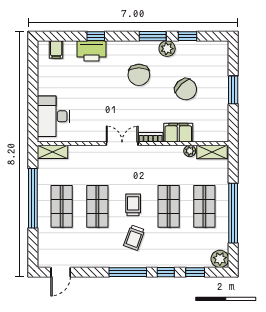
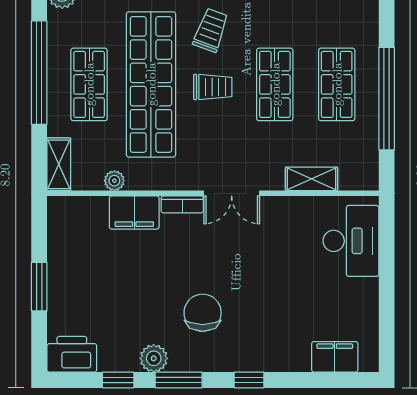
window: (96, 36) -> (249, 380), moved
filing cabinet: (56, 49) -> (335, 357), width x2.00
printer: (92, 51) -> (72, 354), moved
chair: (186, 89) -> (121, 288), removed
shelving: (52, 152) -> (312, 179), moved
shelving: (212, 152) -> (59, 164), moved, turned 90
trolley: (133, 205) -> (213, 87), turned -90
shop shelf: (169, 206) -> (151, 84), width x2.00, depth x1.36

